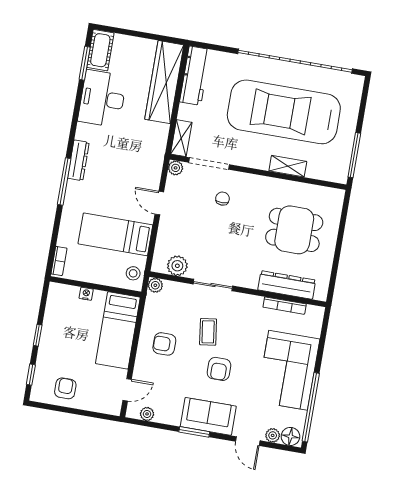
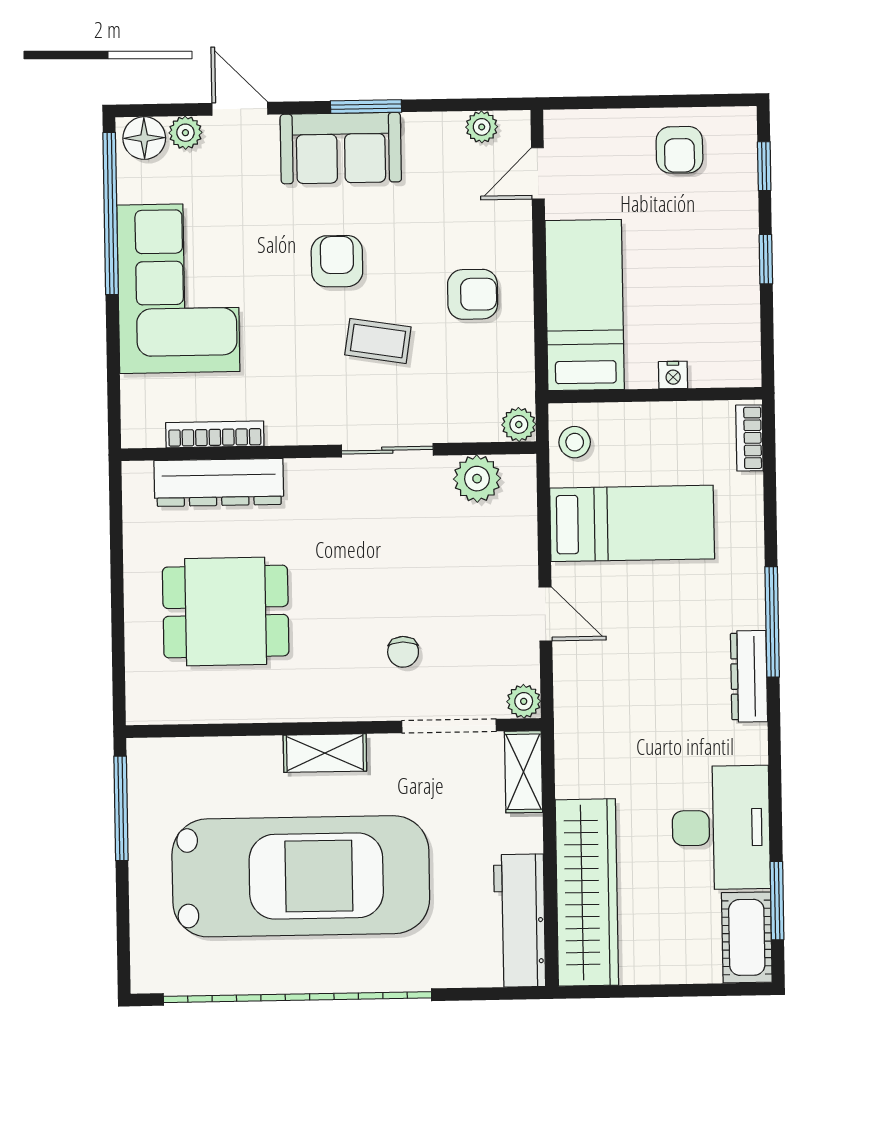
shelving: (288, 166) -> (325, 753), moved
coffee table: (208, 332) -> (378, 341), turned -73

